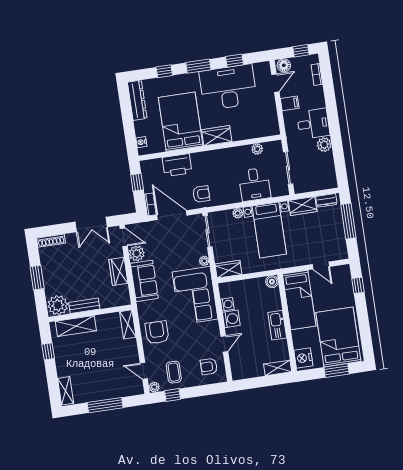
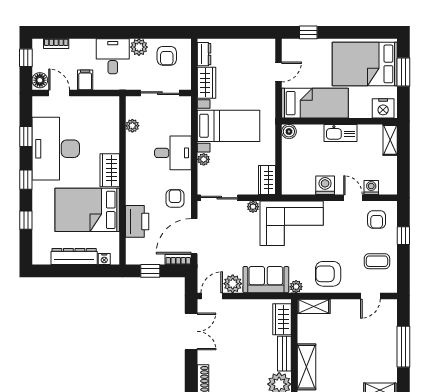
window: (198, 66) -> (26, 180), width x0.67
dresser: (137, 100) -> (74, 257), moved
armchair: (320, 169) -> (167, 56), added
desk: (255, 184) -> (173, 153), moved
window: (348, 221) -> (232, 32), removed
wardrobe: (118, 271) -> (282, 319), moved, turned 90
washing machine: (227, 304) -> (371, 187), moved
plant: (154, 387) -> (296, 287), moved
window: (173, 395) -> (403, 236), moved

